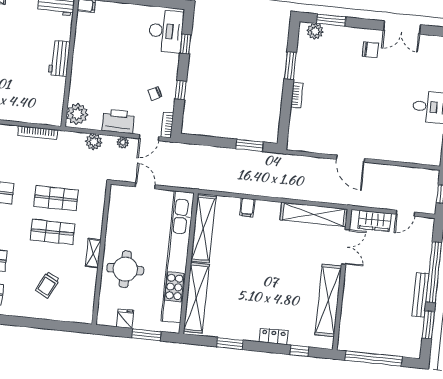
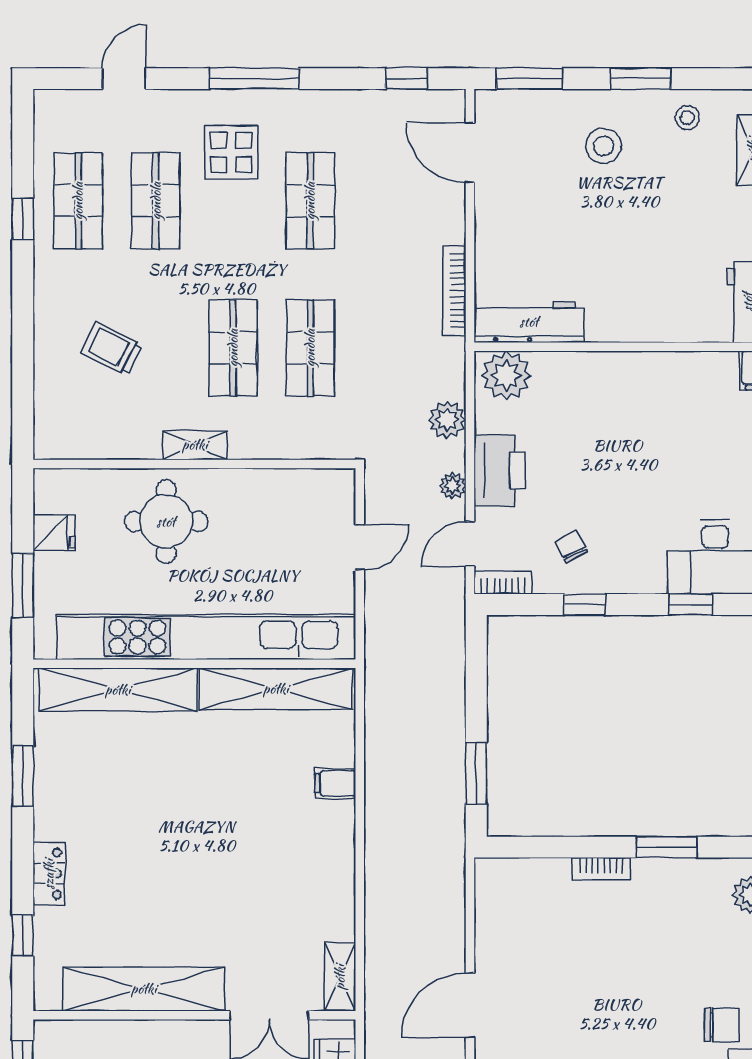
chair: (370, 50) -> (722, 1025), turned -90
workbench: (59, 58) -> (529, 322), moved, width x1.38
door: (149, 138) -> (470, 544), hinge flipped
shelving: (314, 214) -> (340, 977), width x0.45, depth x0.75

